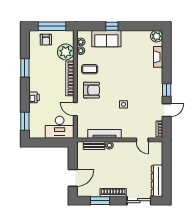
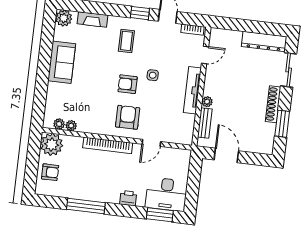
window: (52, 26) -> (32, 162), removed
window: (112, 26) -> (42, 78), removed
sofa: (106, 39) -> (62, 62), moved
plant: (66, 52) -> (52, 144), moved
window: (25, 68) -> (86, 206), width x1.44
coffee table: (90, 69) -> (126, 41), moved
armchair: (115, 87) -> (128, 84), added
desk: (60, 127) -> (166, 194), moved, turned 90
tv unit: (104, 134) -> (192, 90), moved
door: (73, 178) -> (226, 155), moved

